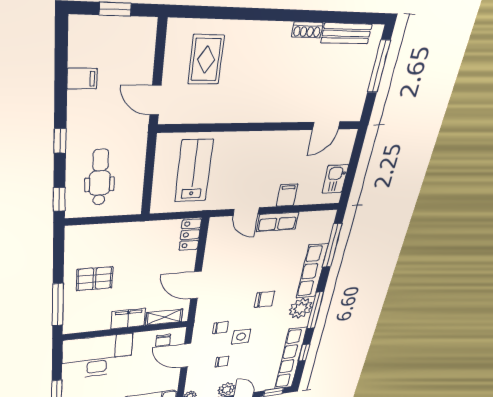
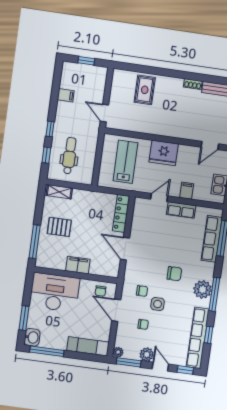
rug: (206, 60) -> (145, 90), moved
fridge: (255, 148) -> (164, 153), added
window: (59, 199) -> (46, 155), moved
door: (246, 212) -> (159, 198), swing flipped
locker: (190, 235) -> (121, 213), width x1.53
row of seats: (312, 271) -> (212, 239), moved
shelving: (164, 317) -> (59, 192), moved

